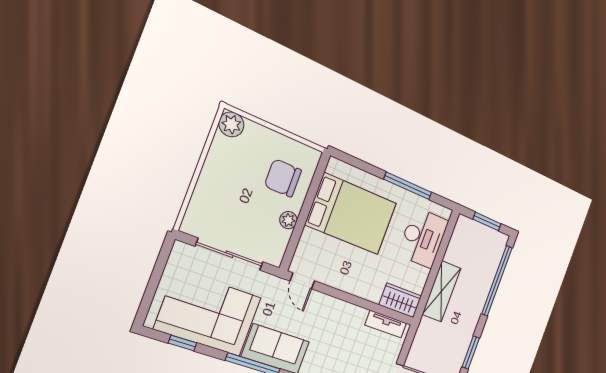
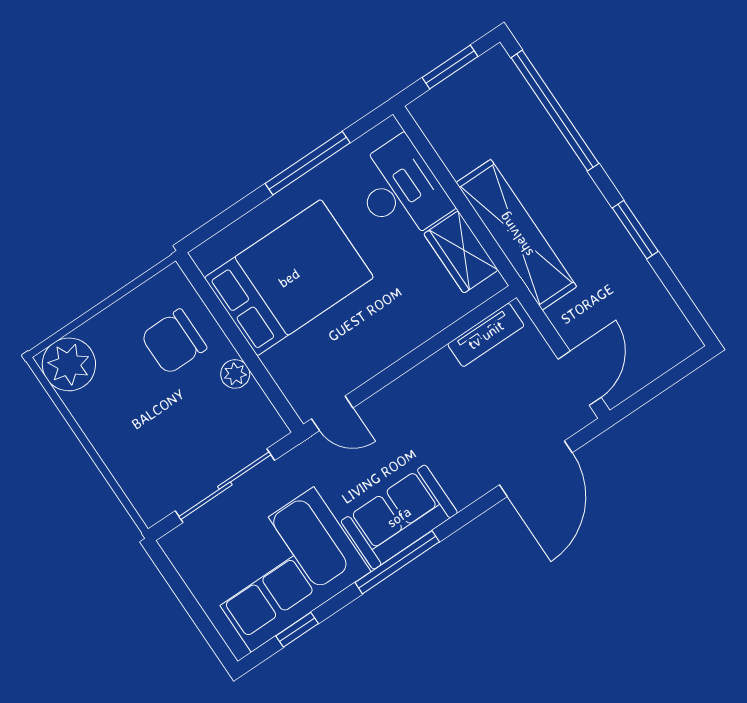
plant: (231, 124) -> (69, 364), width x1.36, depth x1.36
shelving: (441, 291) -> (516, 235), width x1.47
wardrobe: (400, 300) -> (461, 252), moved, turned -90

